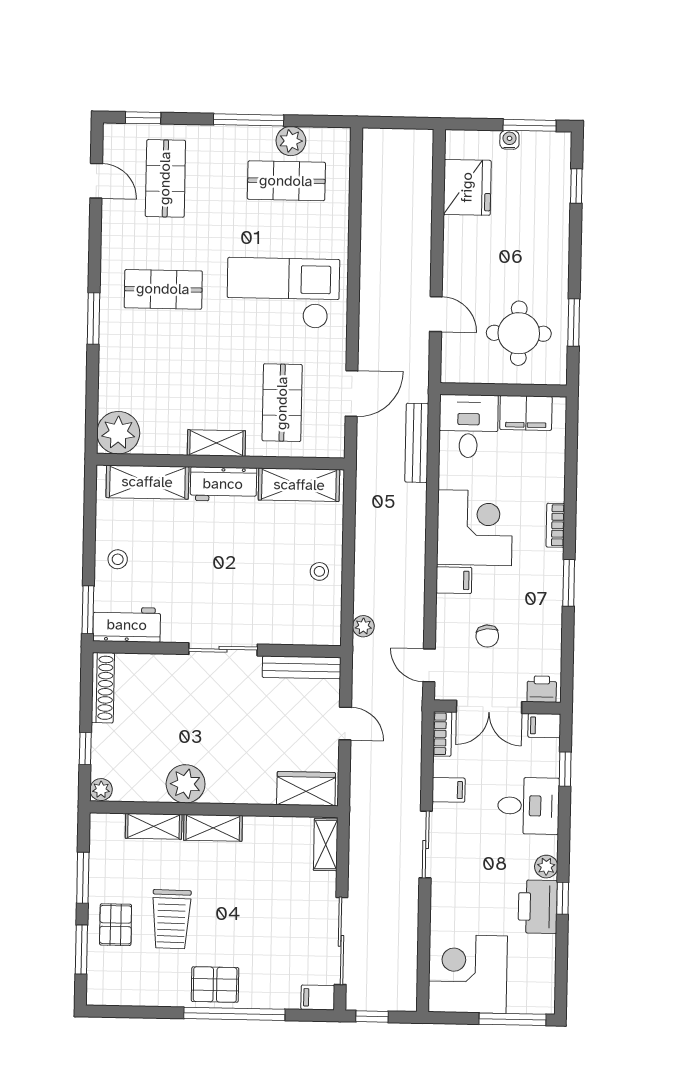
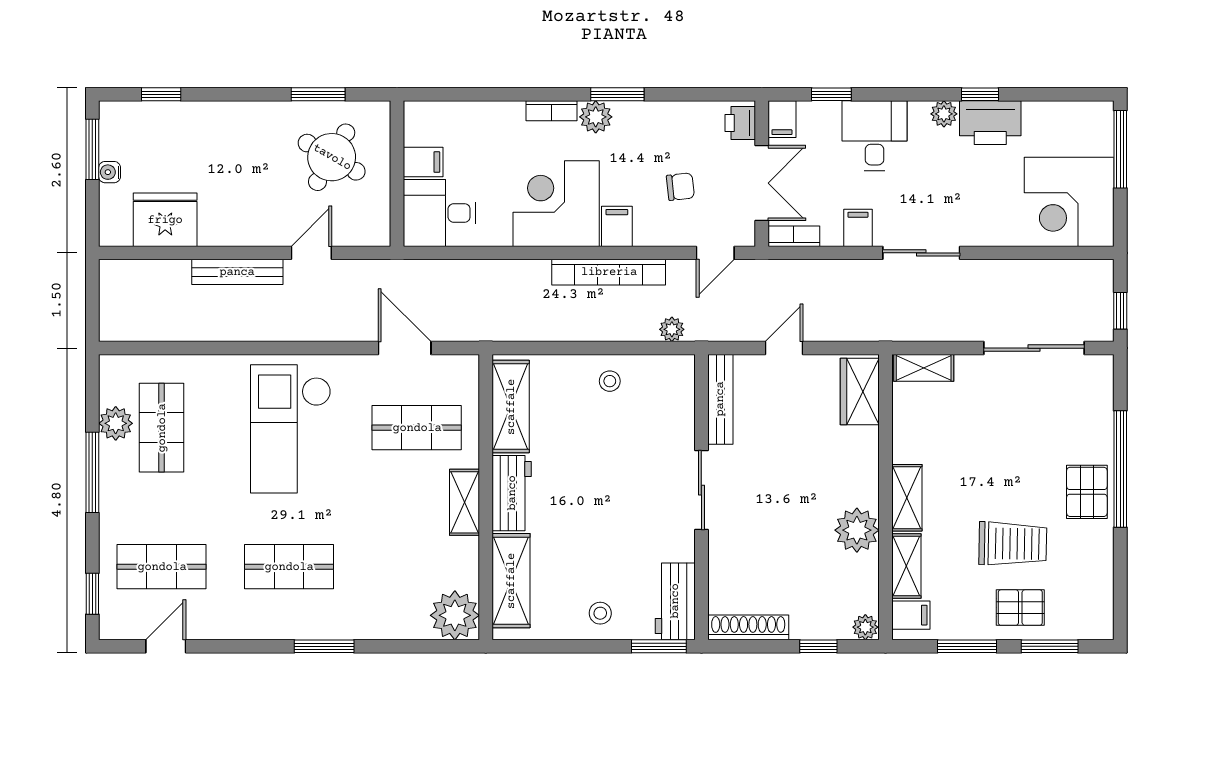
shop shelf: (163, 289) -> (289, 567), turned 90
round table: (519, 333) -> (332, 157), turned 30
filing cabinet: (526, 413) -> (423, 162), width x0.50
bench: (417, 443) -> (237, 272), moved
plant: (549, 564) -> (596, 117), added
bookcase: (414, 572) -> (609, 272), added
filing cabinet: (318, 998) -> (911, 615), moved, turned -90

